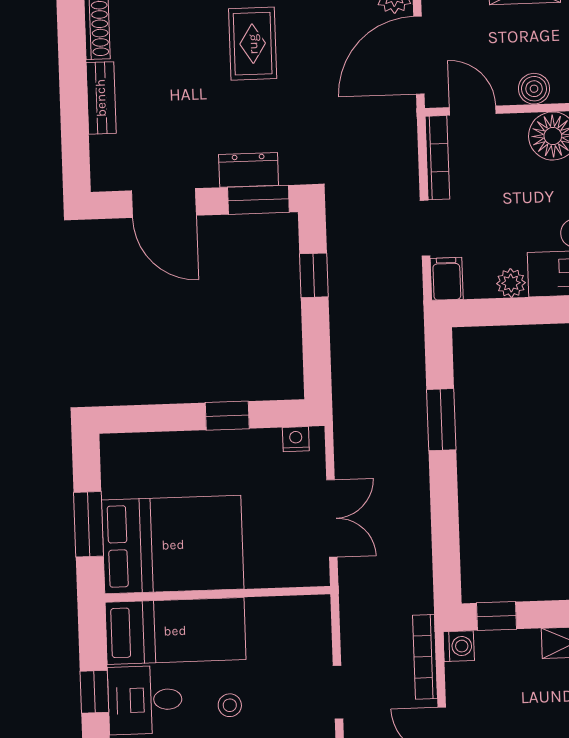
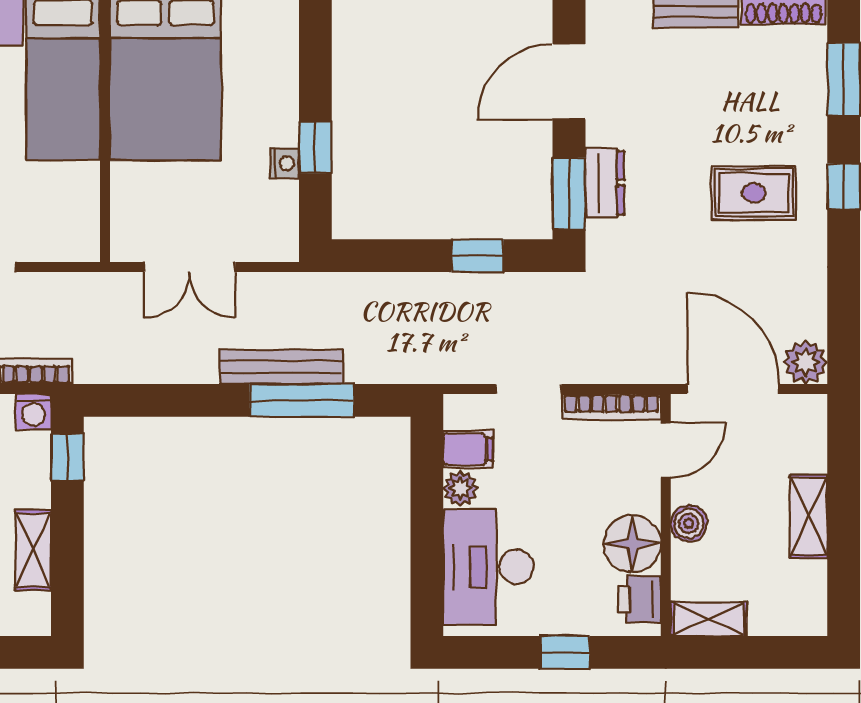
filing cabinet: (447, 279) -> (468, 449), moved
window: (441, 420) -> (302, 400), width x1.44
bench: (414, 438) -> (281, 367), added
nightstand: (296, 439) -> (285, 163), moved

